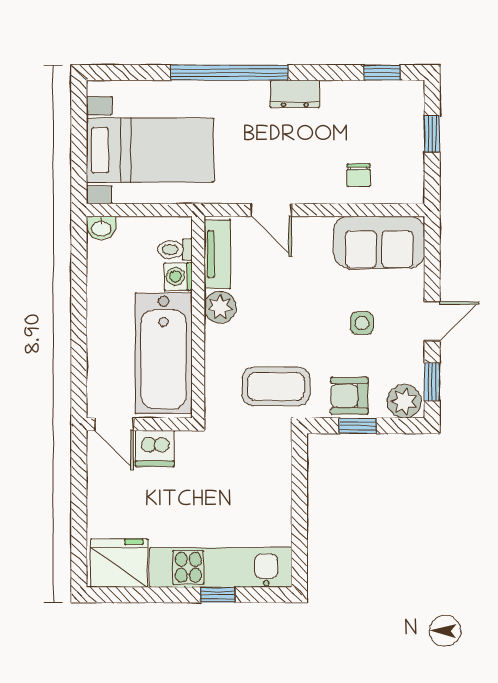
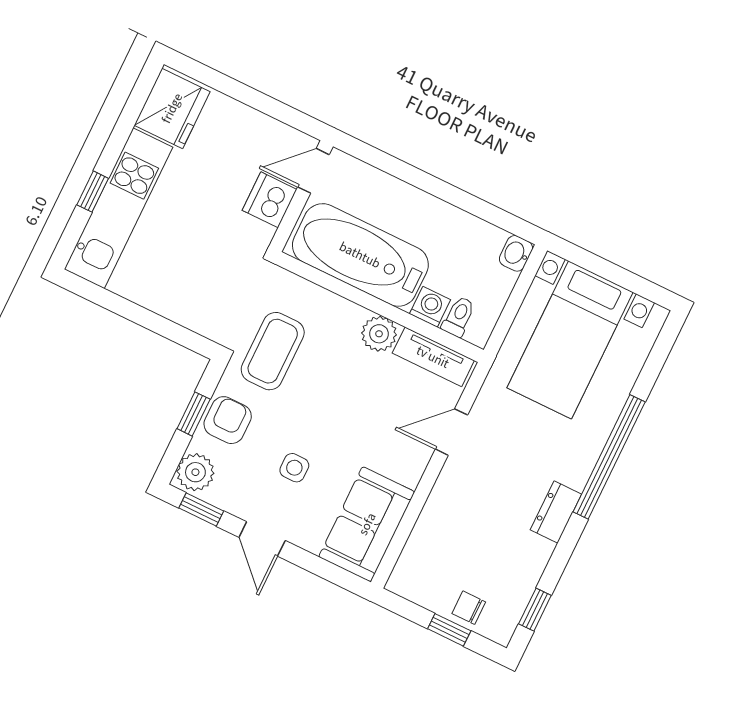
chair: (359, 175) -> (469, 608), moved

